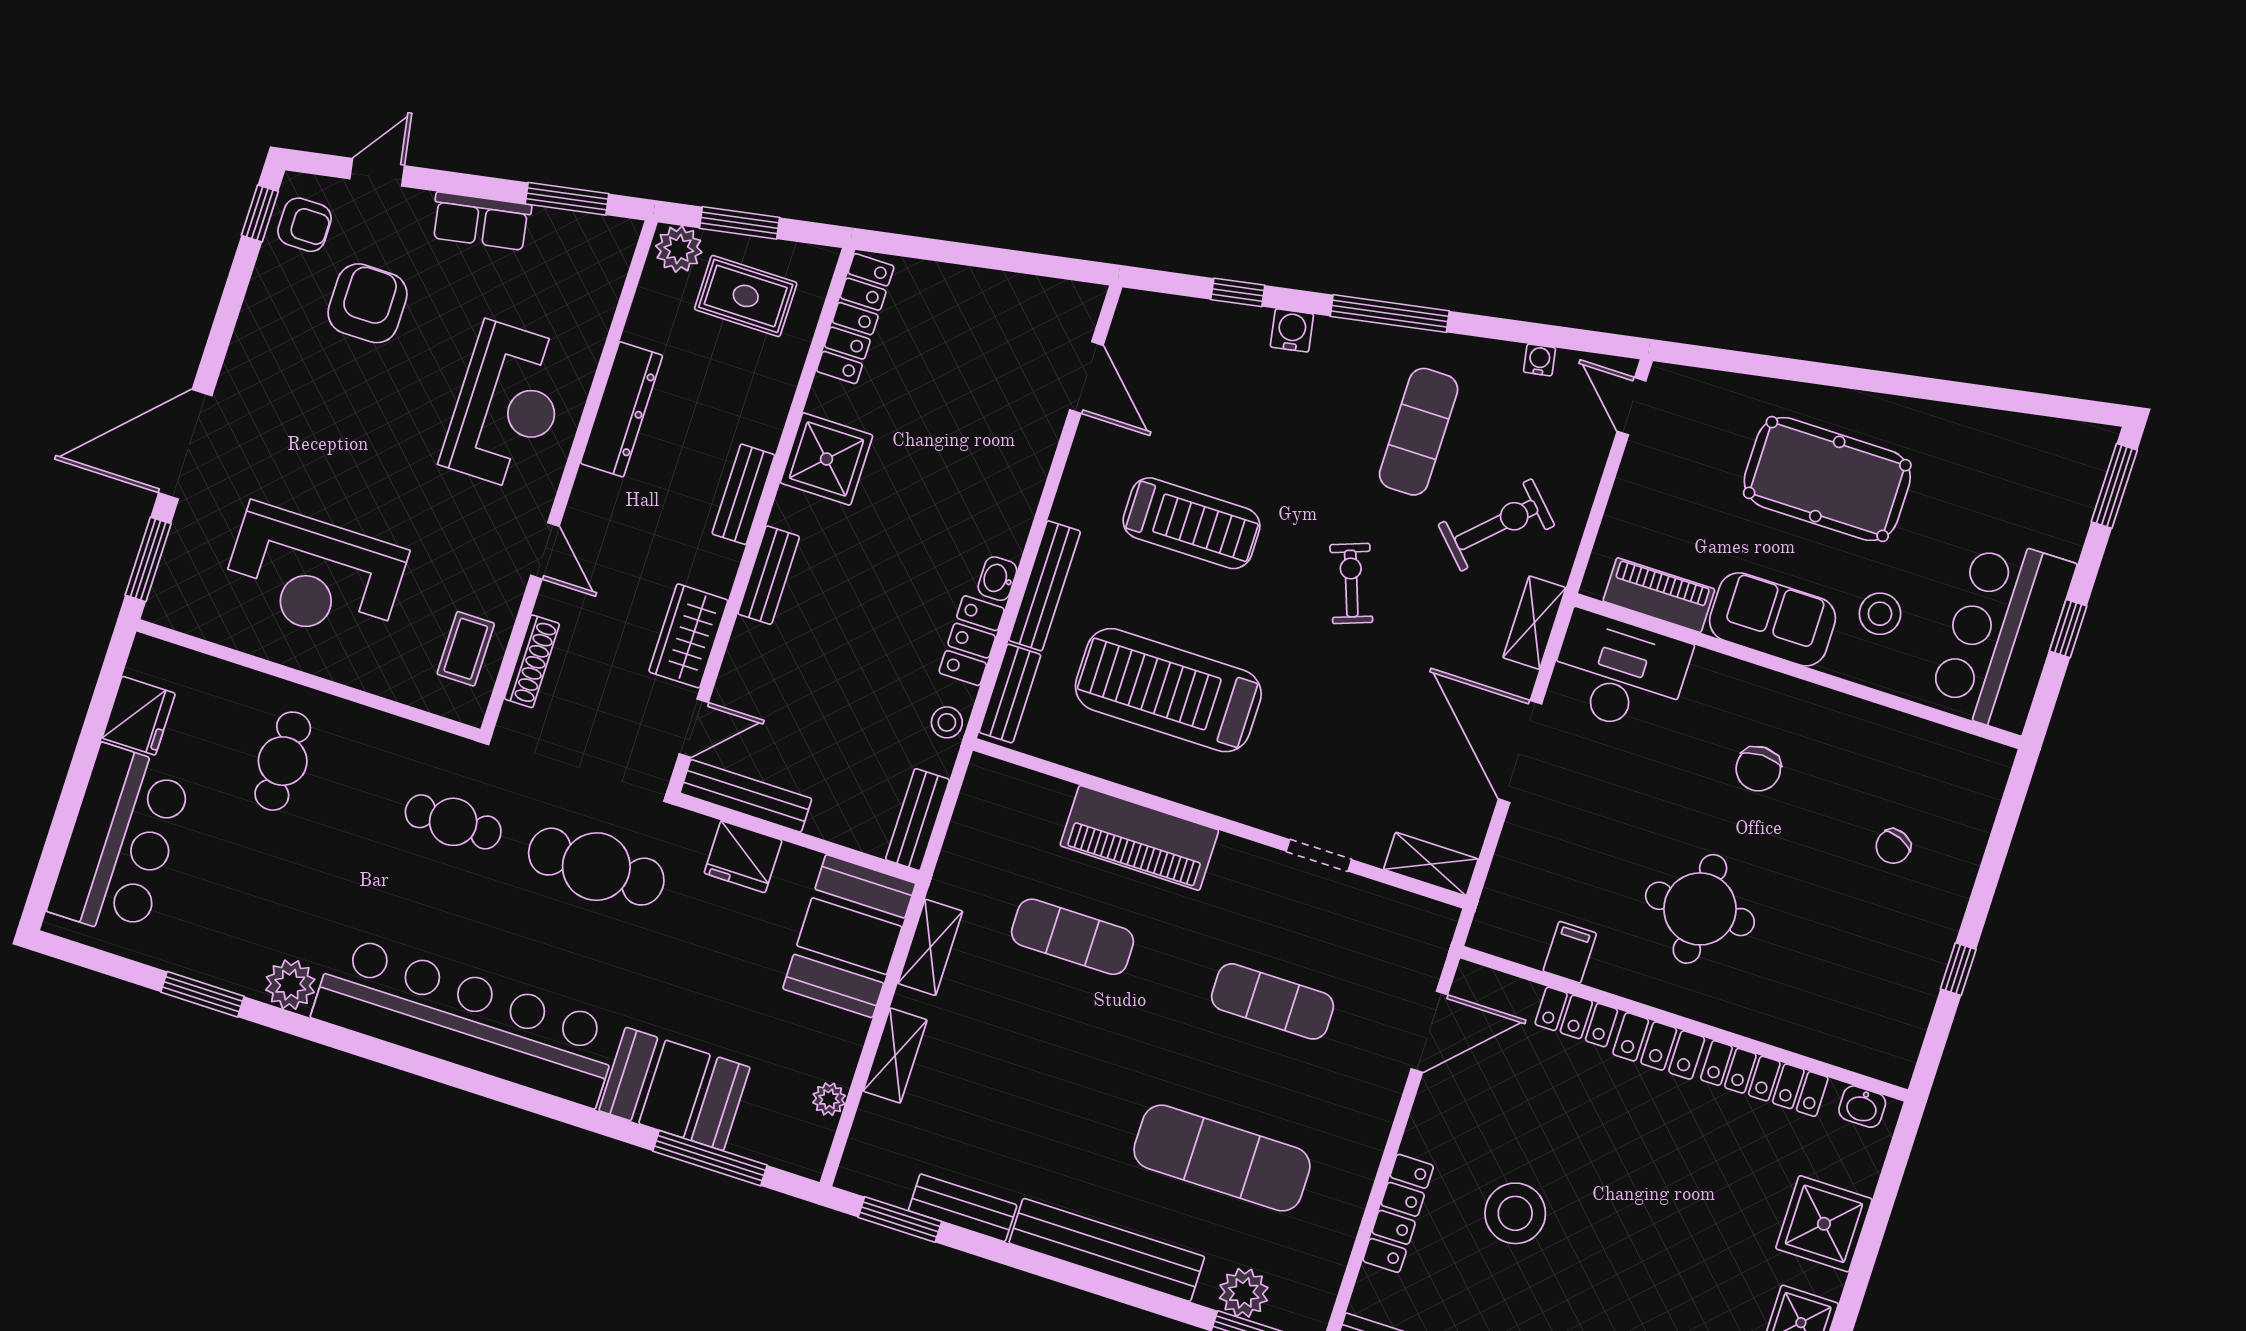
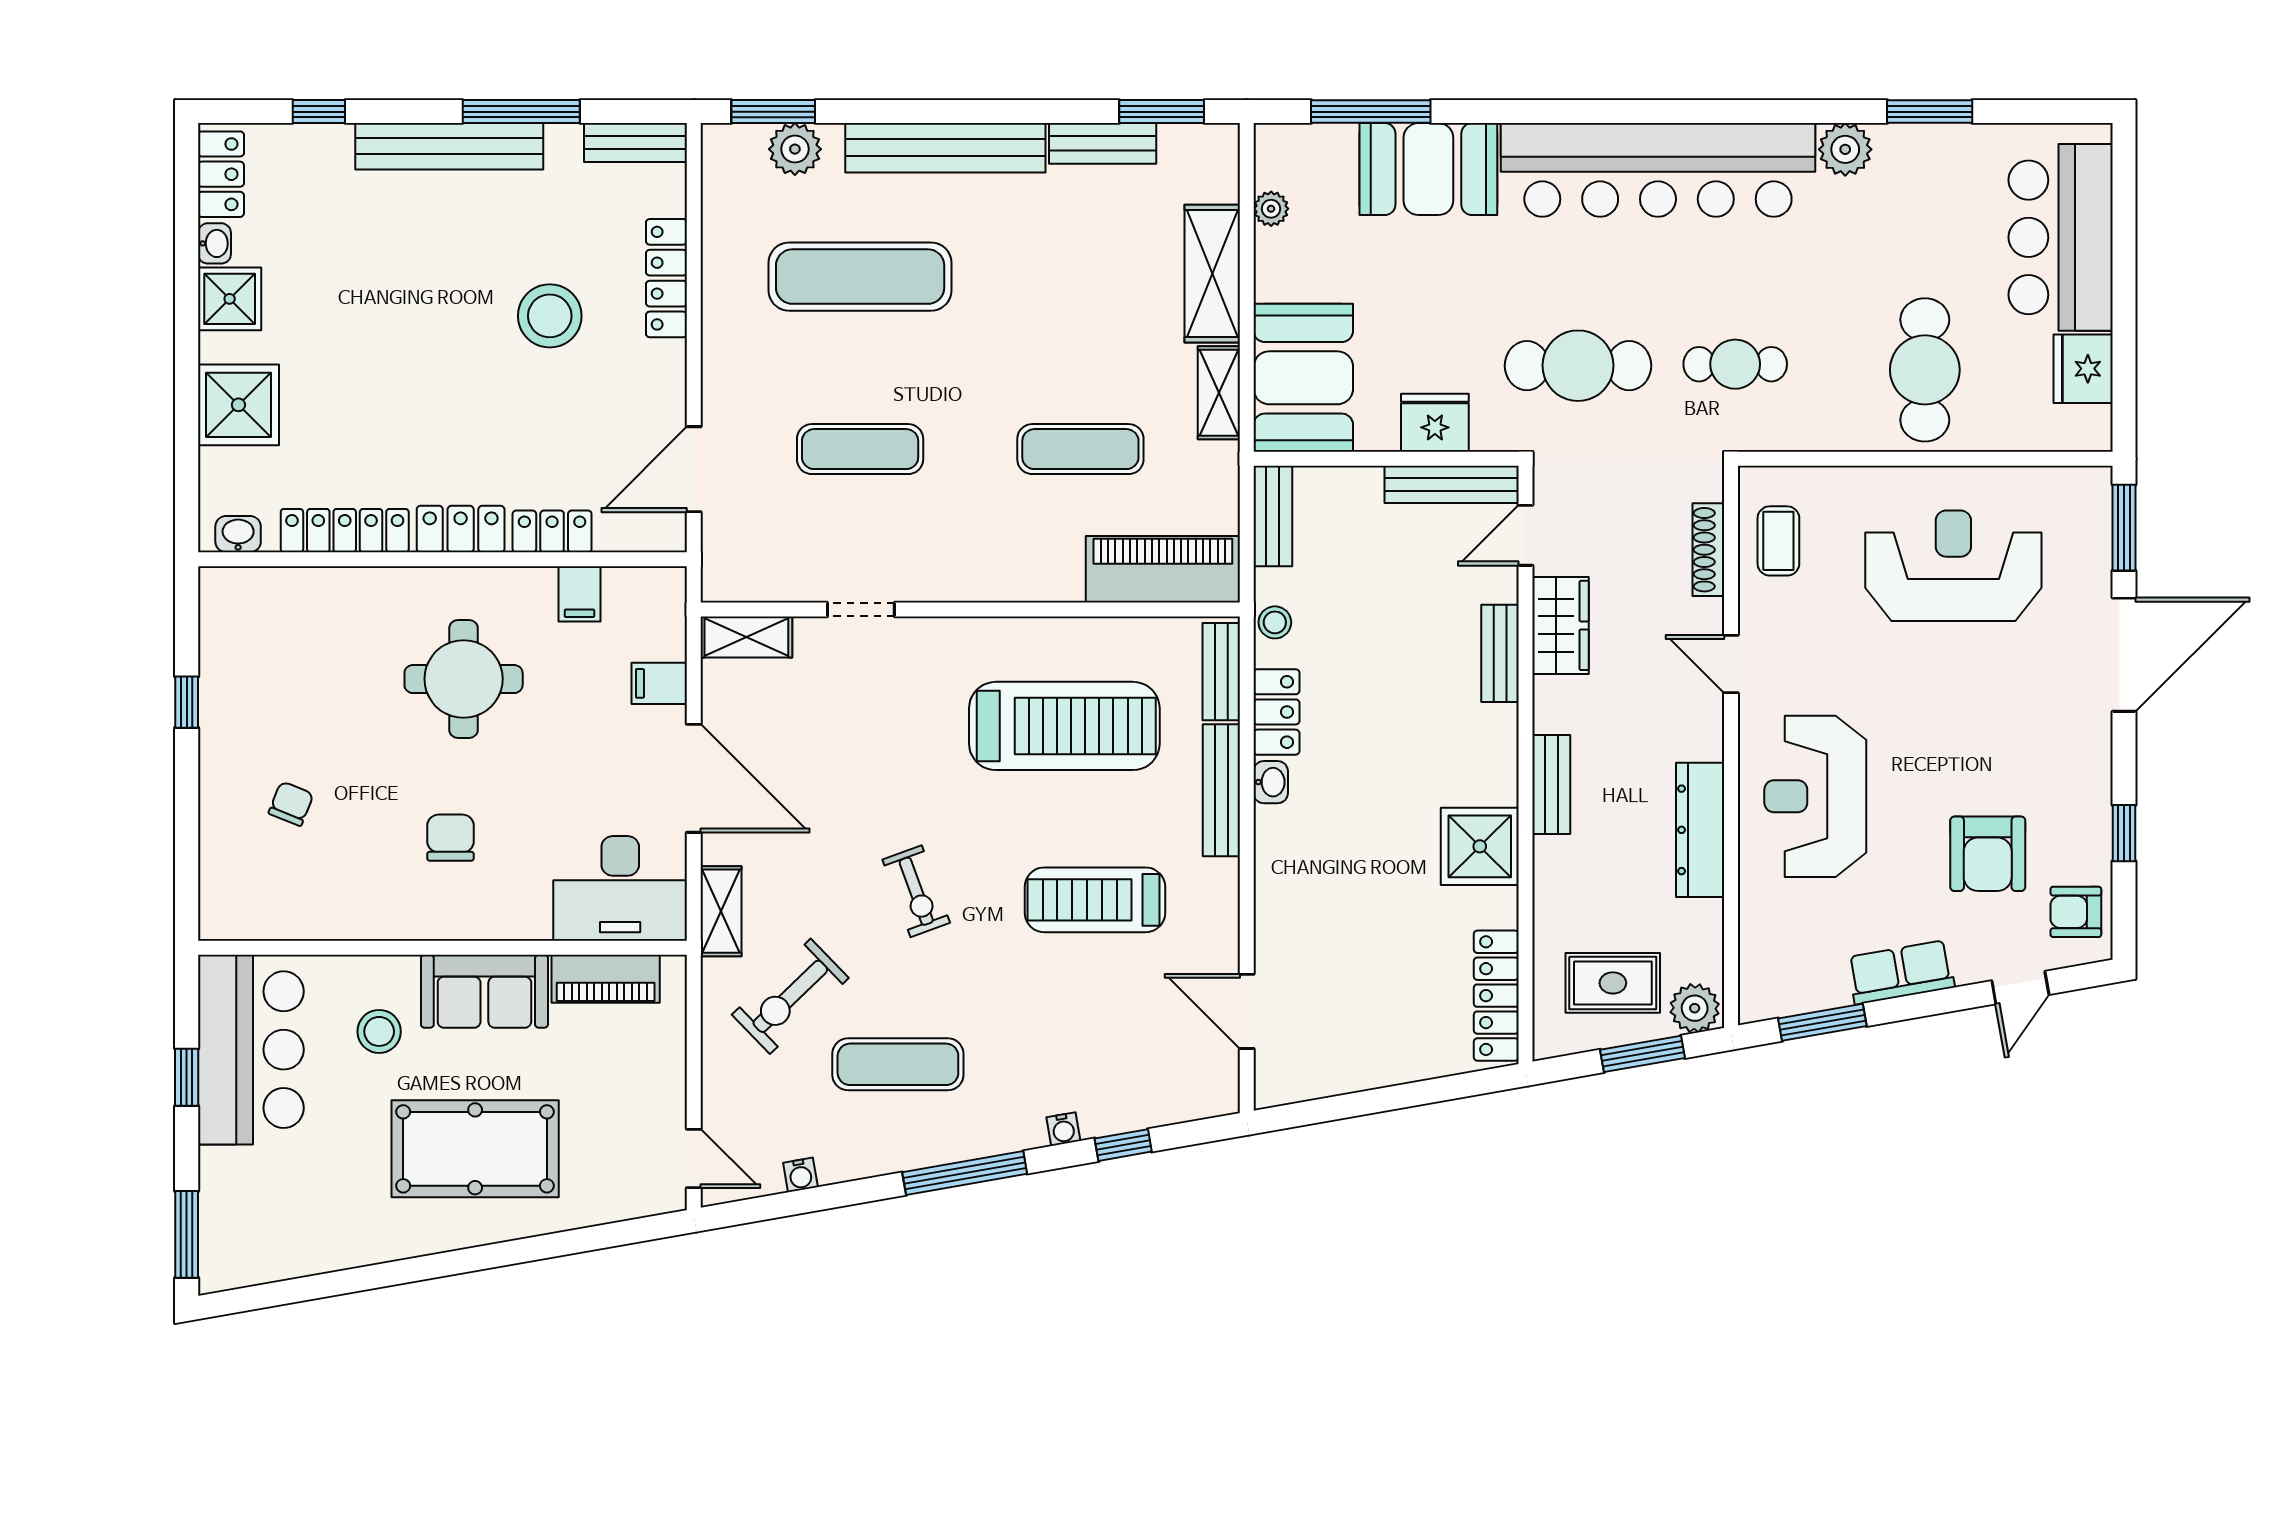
window: (260, 213) -> (2124, 833), moved
water cooler: (1292, 330) -> (1063, 1129), width x0.72, depth x0.72
exercise mat: (1419, 432) -> (898, 1064), turned 90
bench: (769, 575) -> (1500, 653), moved
cafe table: (283, 761) -> (1925, 370), width x1.37, depth x1.35
piano: (1139, 838) -> (1163, 569), moved
filing cabinet: (1524, 848) -> (659, 683), added
shelving: (895, 1055) -> (1212, 274), width x1.50, depth x1.33

